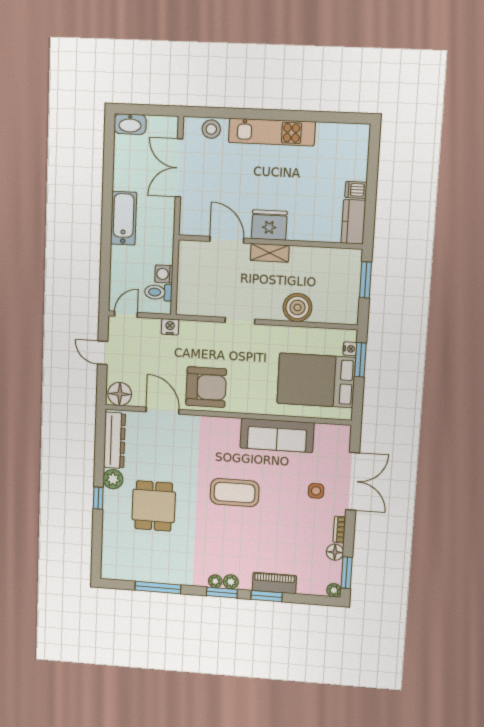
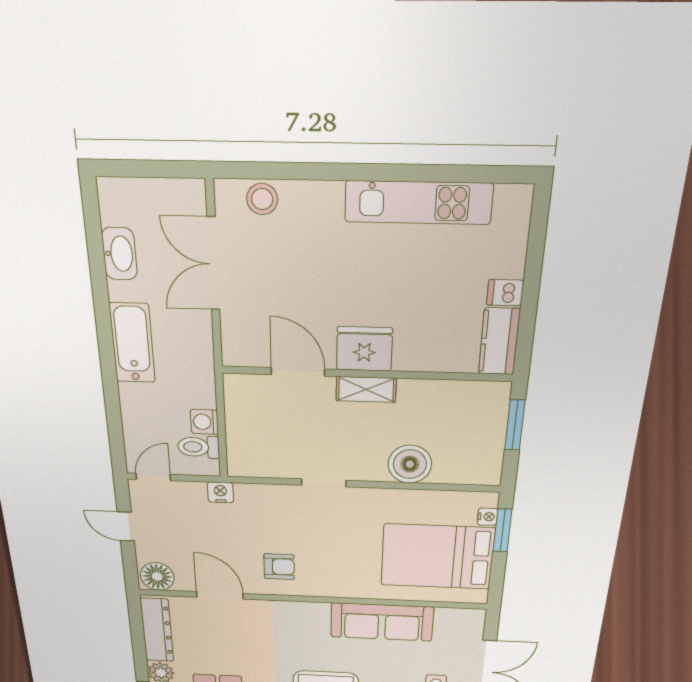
washbasin: (130, 124) -> (119, 254), moved, turned -90
kitchen unit: (272, 132) -> (418, 203), moved
armchair: (206, 387) -> (279, 567), width x0.53, depth x0.53

